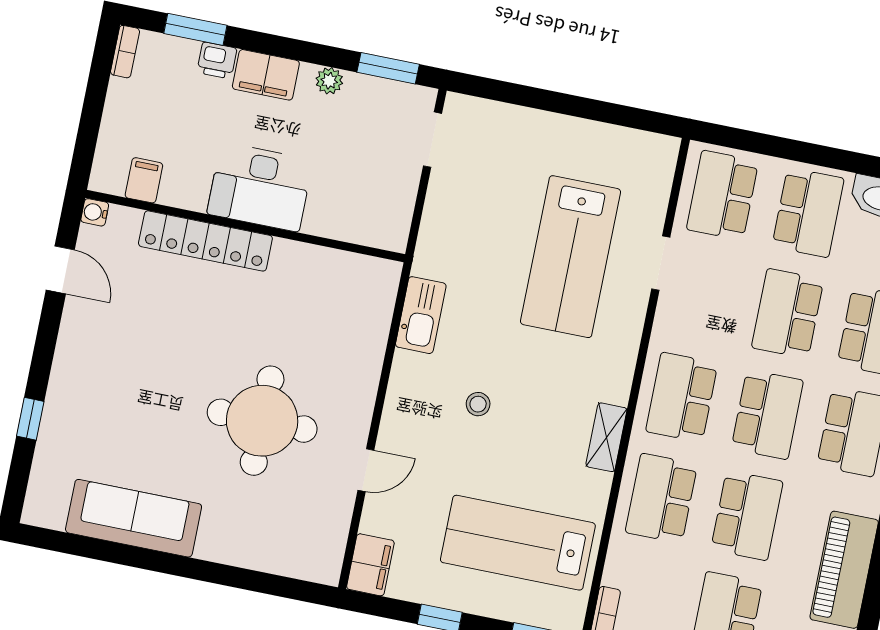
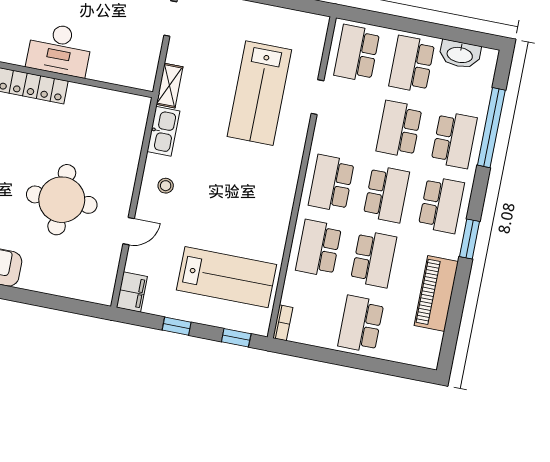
school desk: (808, 213) -> (412, 64), turned 180
stool: (478, 404) -> (166, 186), moved
shelving: (606, 437) -> (170, 86), moved
lab bench: (518, 543) -> (227, 277), turned 180

